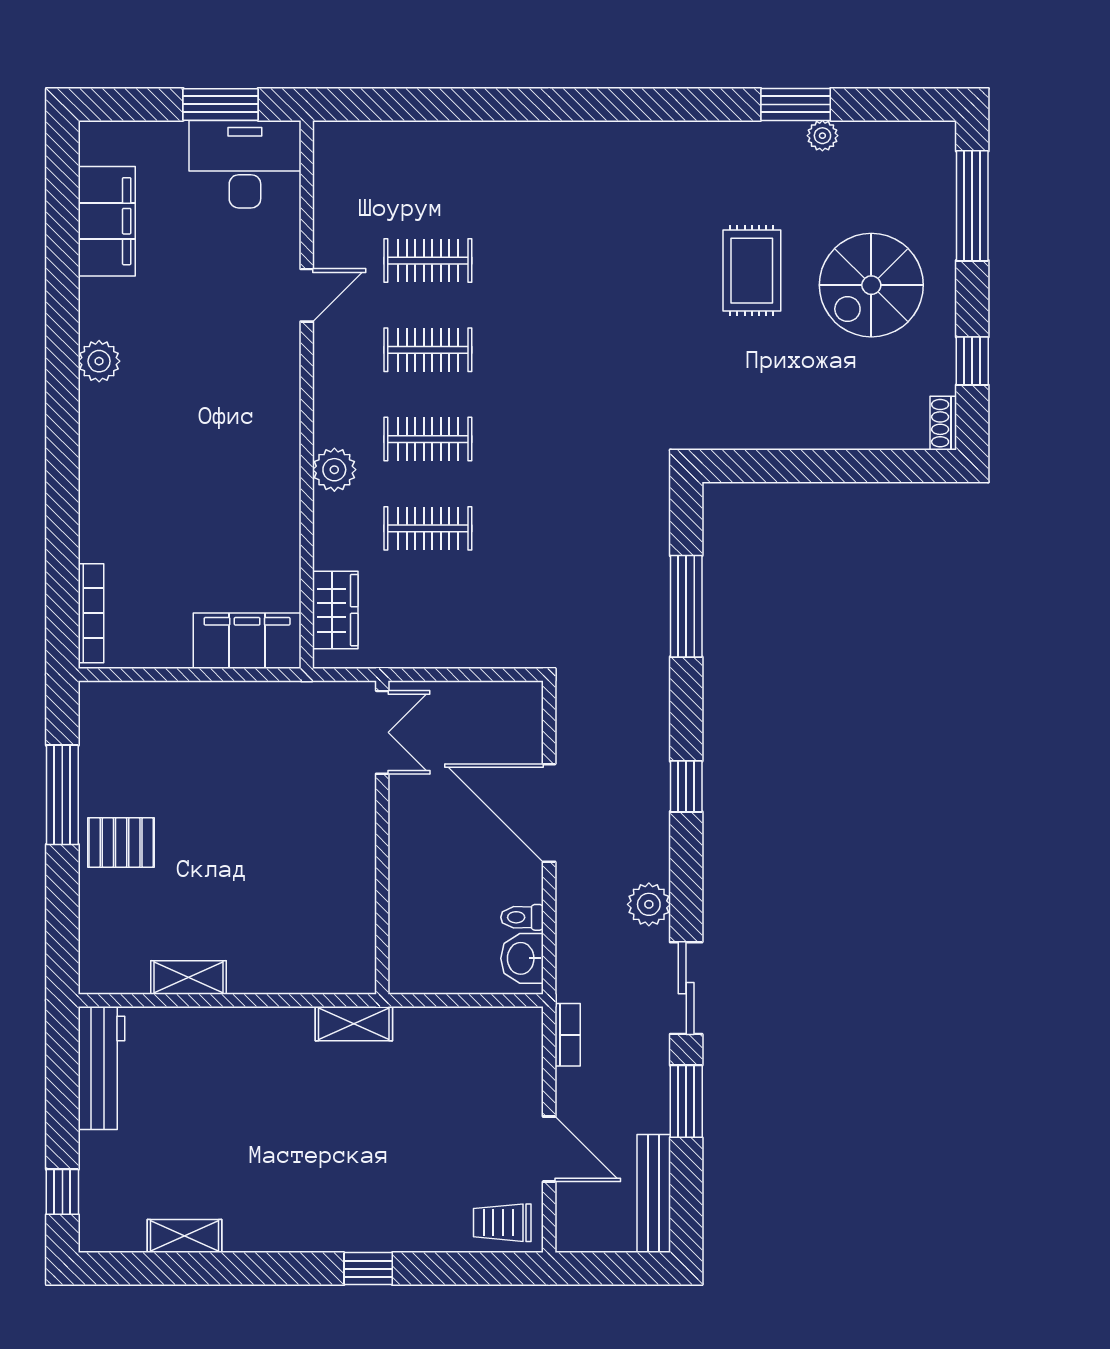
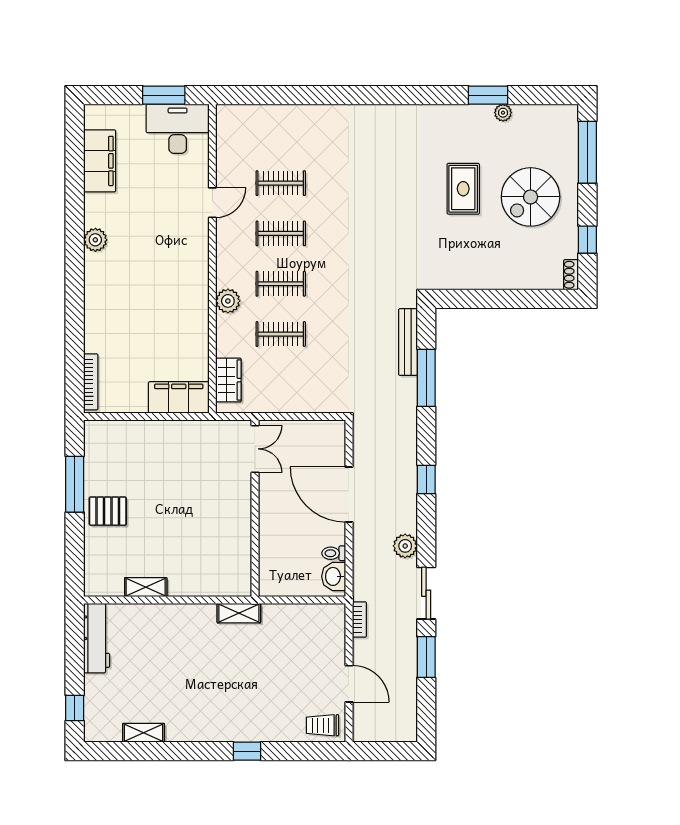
bench: (654, 1193) -> (408, 342), moved

